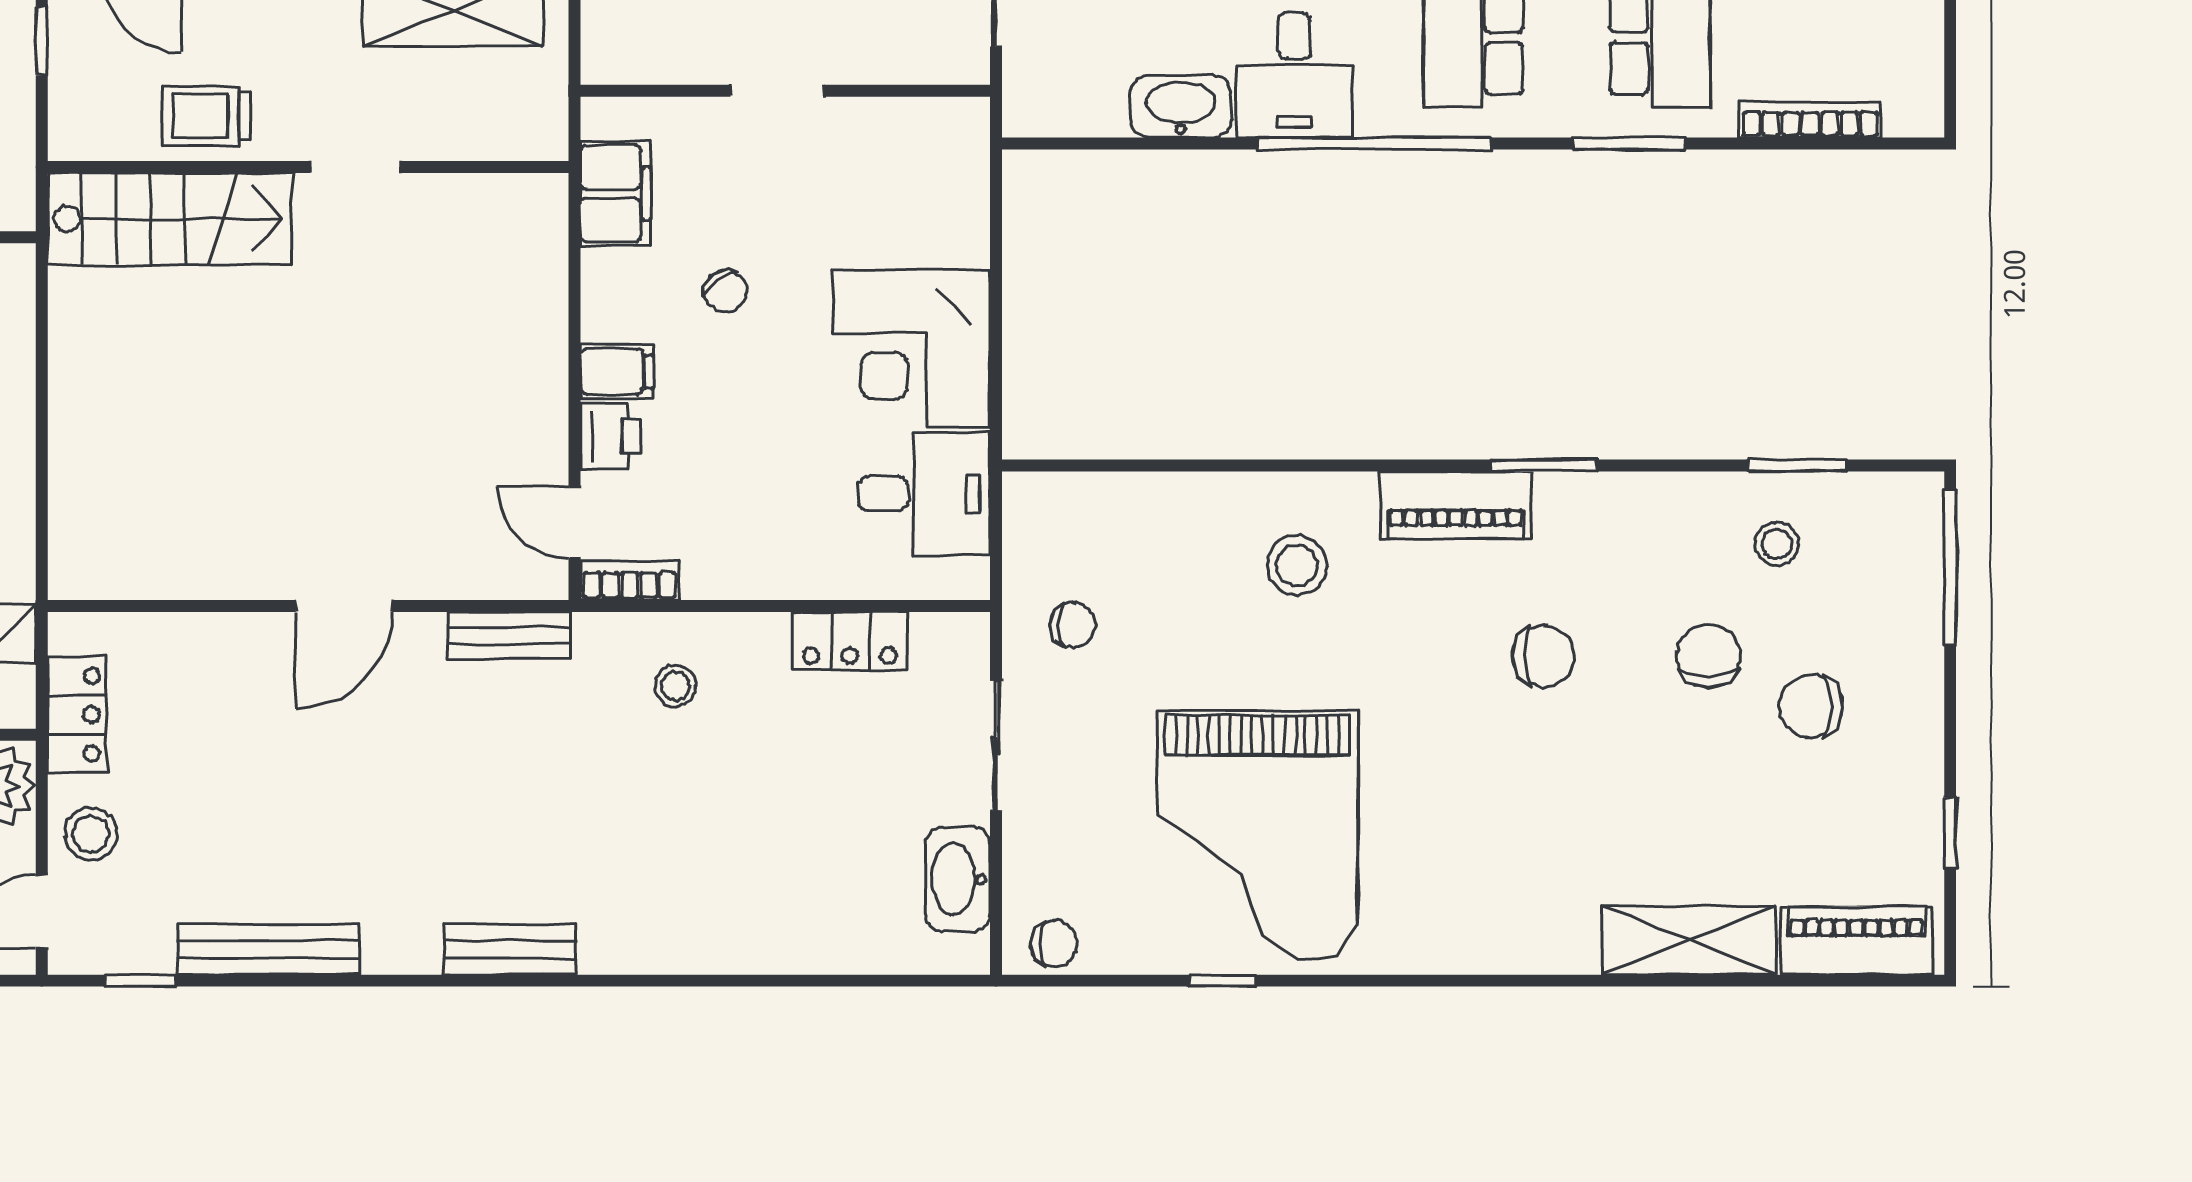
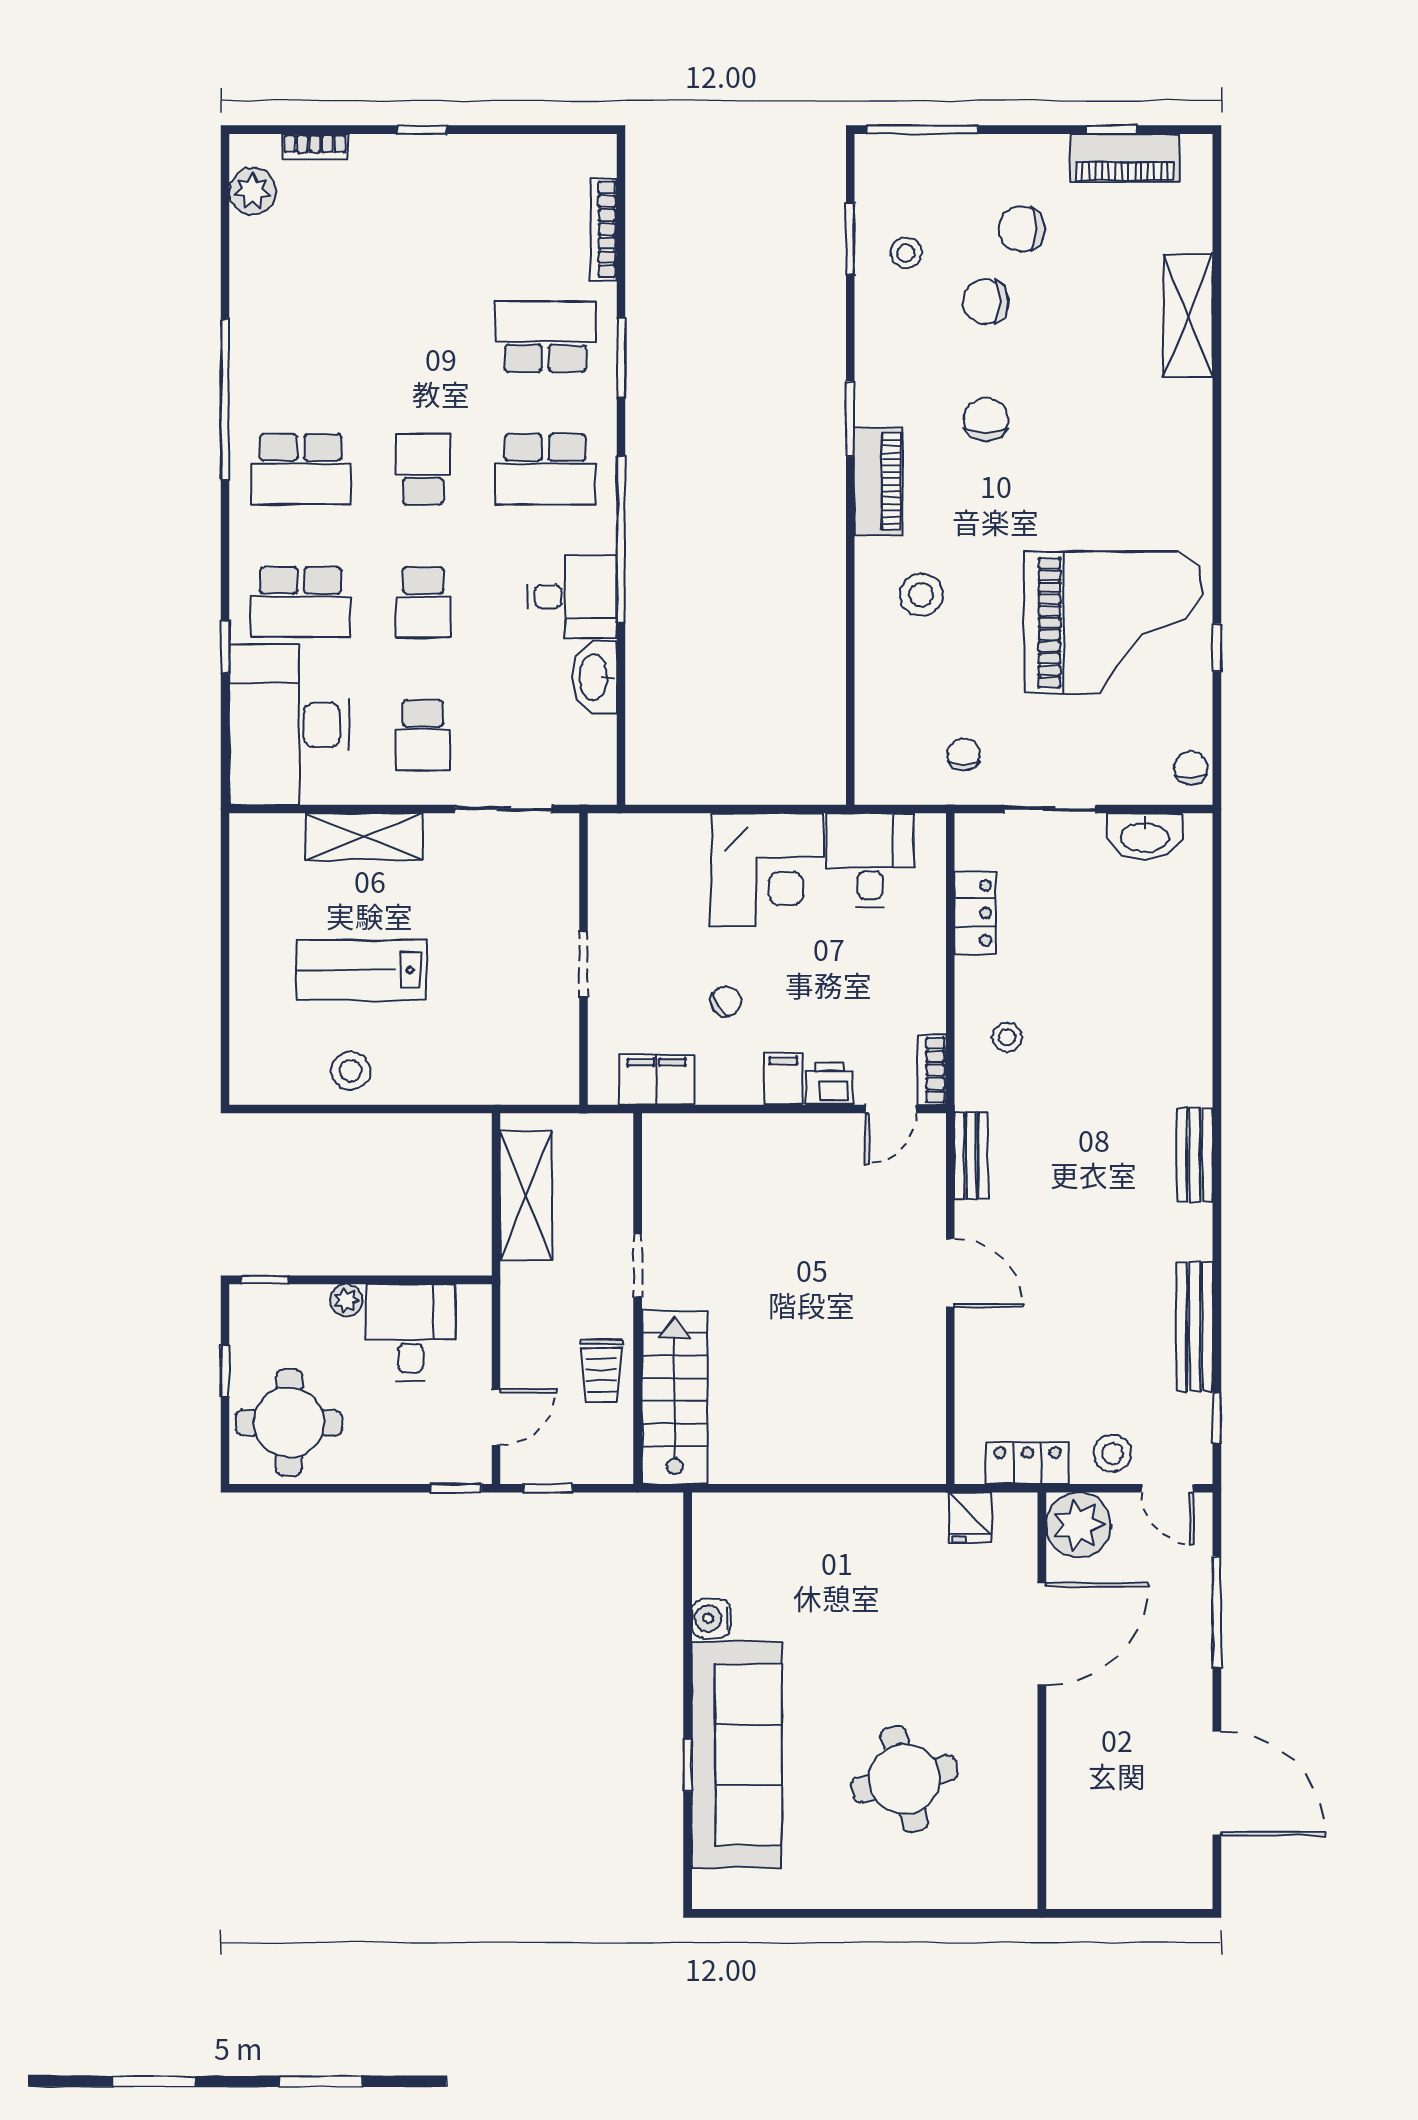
chair: (1811, 706) -> (1022, 229), turned 90
piano: (1856, 941) -> (1125, 158), moved, turned -90

